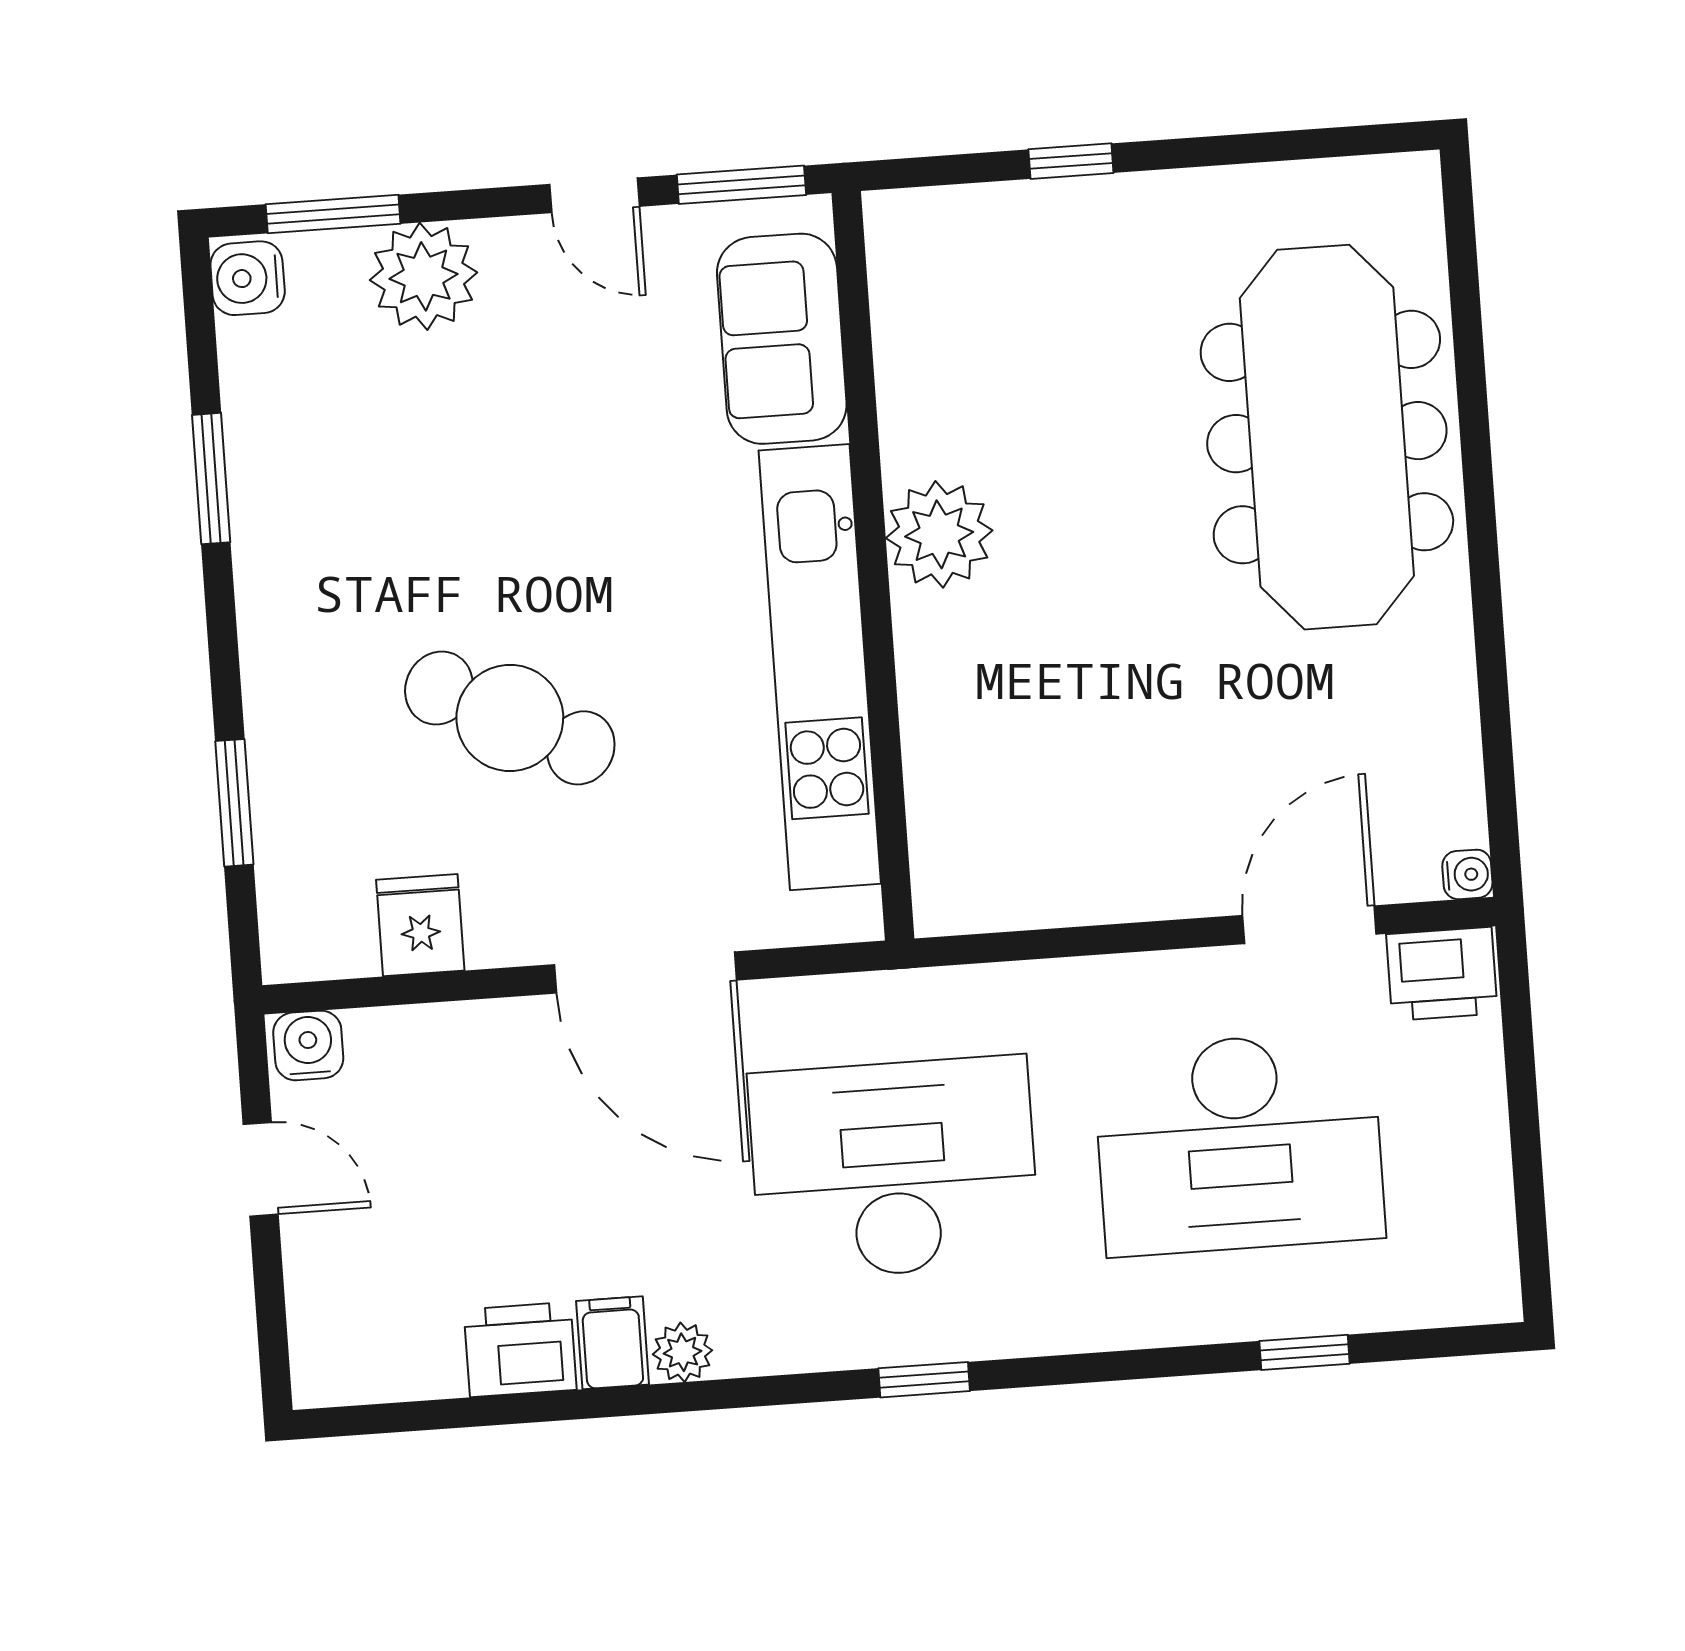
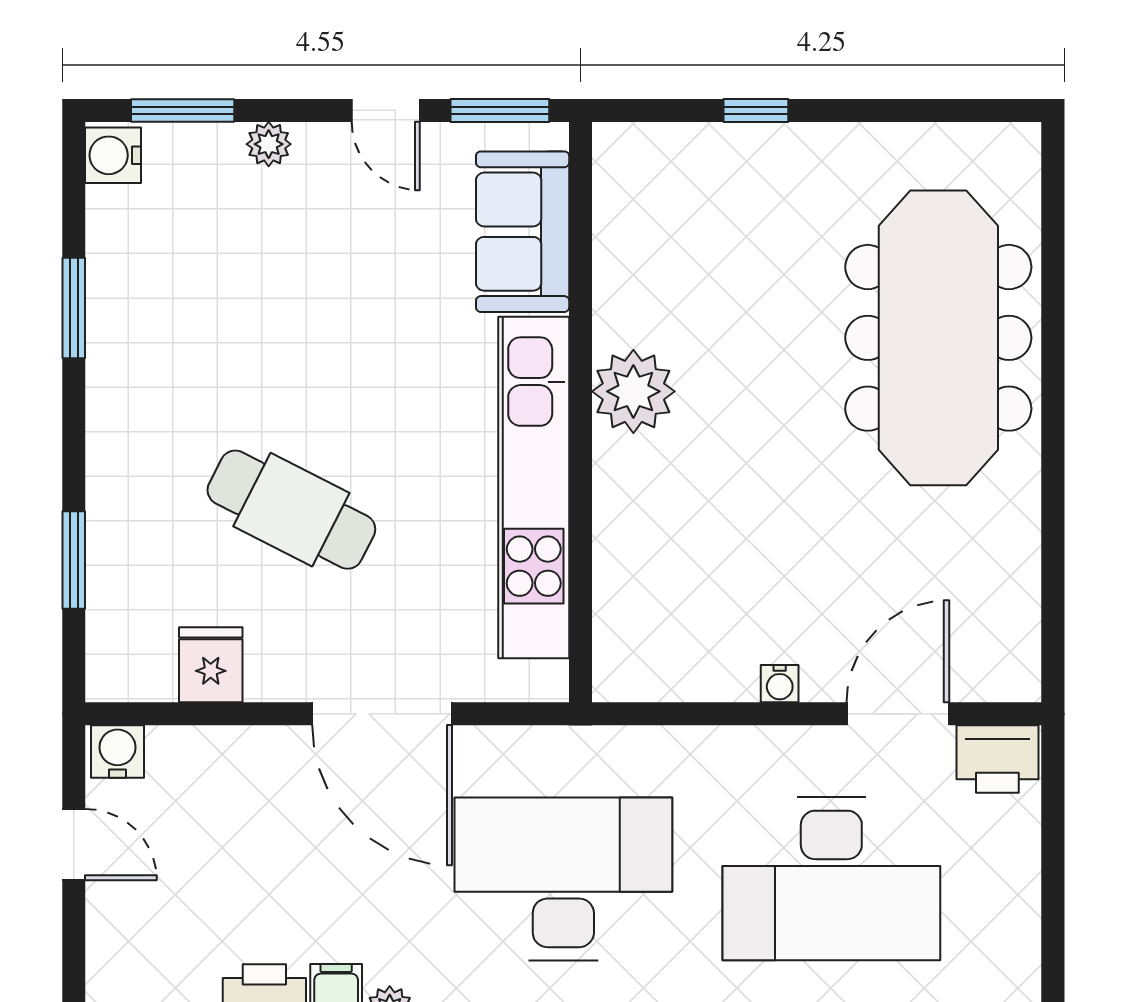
plant: (424, 276) -> (269, 144), width x0.53, depth x0.53
water cooler: (1467, 874) -> (780, 684), moved, turned 90

